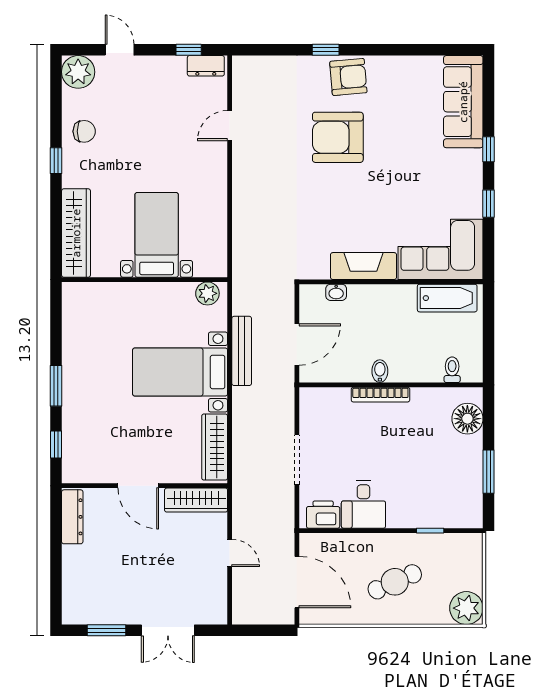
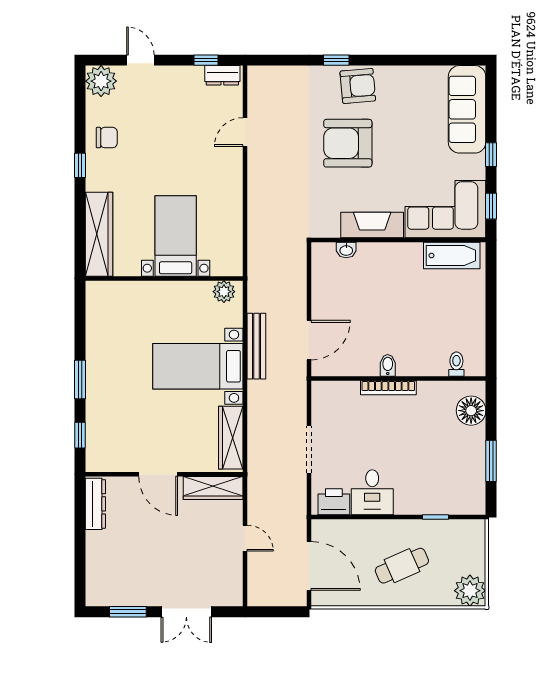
corner sofa: (441, 249) -> (445, 209), moved
fireplace: (363, 266) -> (372, 225), moved
wall: (391, 282) -> (398, 240), moved
washbasin: (336, 292) -> (346, 250), moved
bathtub: (447, 298) -> (452, 255), moved

